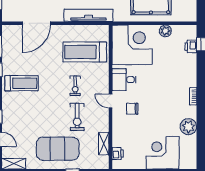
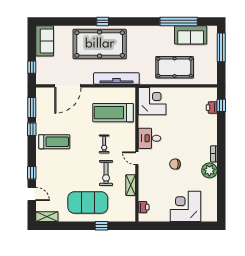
plant: (165, 31) -> (188, 93), removed
corner desk: (132, 45) -> (152, 101), width x0.74, depth x0.74
chair: (132, 109) -> (175, 164), moved
plant: (188, 127) -> (209, 170), moved
shelving: (104, 144) -> (131, 185), moved

